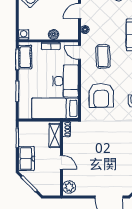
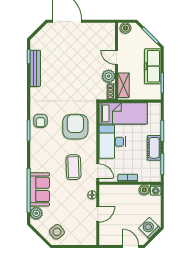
boiler: (53, 34) -> (144, 190), moved
cot: (25, 57) -> (154, 148), moved
freezer: (26, 159) -> (153, 66), width x1.40
plant: (69, 187) -> (109, 76), moved
boiler: (53, 191) -> (125, 28), added

